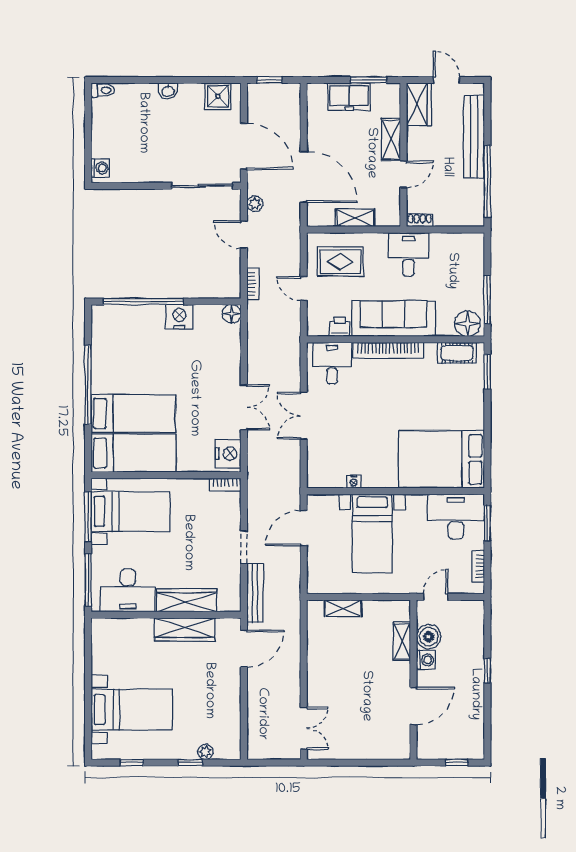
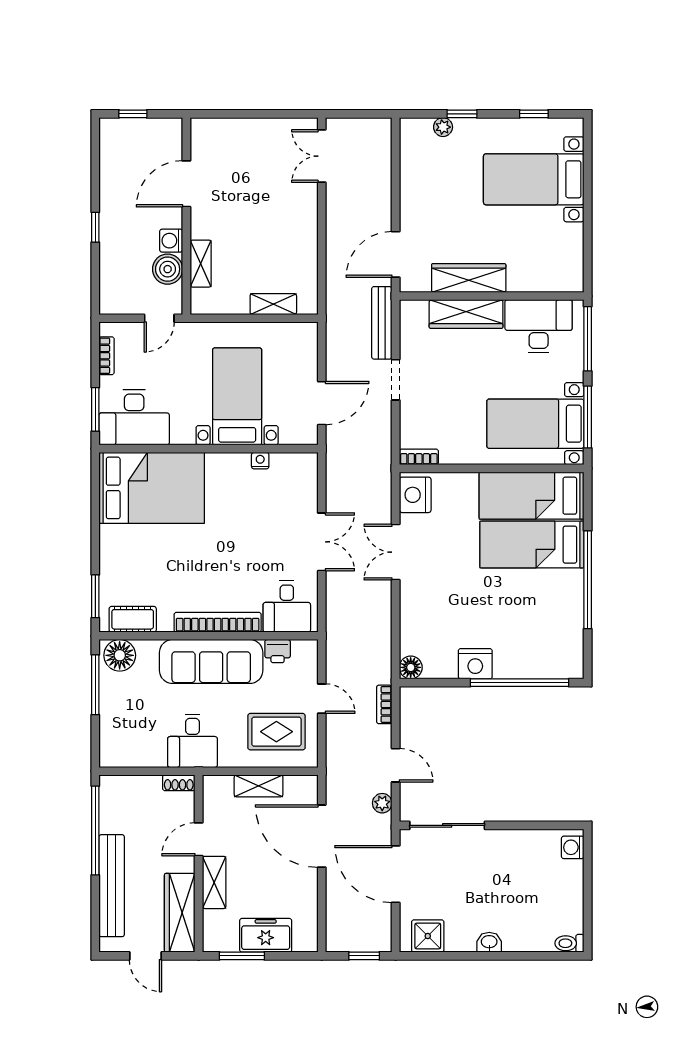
wardrobe: (419, 104) -> (180, 913), width x1.50

